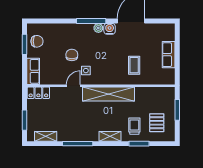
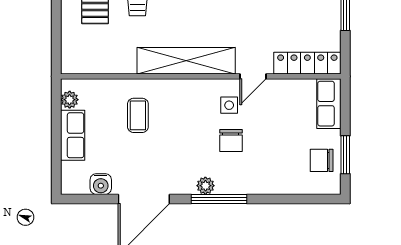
water cooler: (110, 29) -> (101, 184), moved
chair: (72, 55) -> (231, 141), moved
plant: (170, 73) -> (70, 100), added
locker: (38, 93) -> (307, 63), width x1.53
window: (177, 110) -> (56, 31), removed

